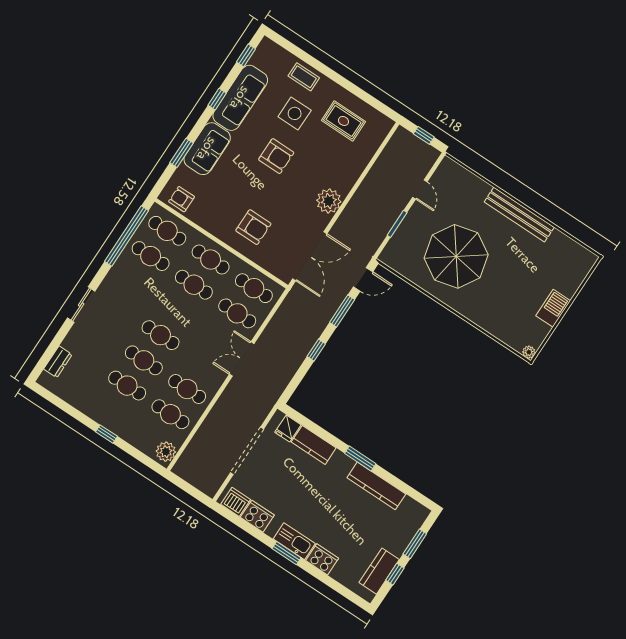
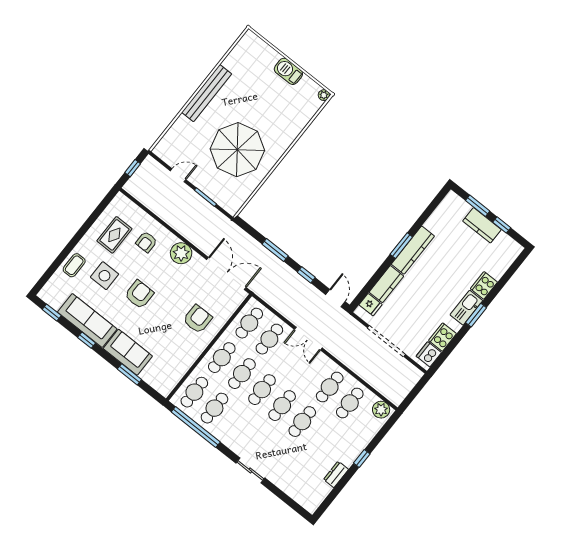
armchair: (182, 199) -> (146, 242), moved
door: (363, 279) -> (335, 298), moved
dresser: (58, 362) -> (336, 474), moved, turned -90
cafe table: (127, 386) -> (262, 390), moved
kitchen counter: (376, 486) -> (413, 250), moved
kitchen counter: (379, 571) -> (482, 225), moved

